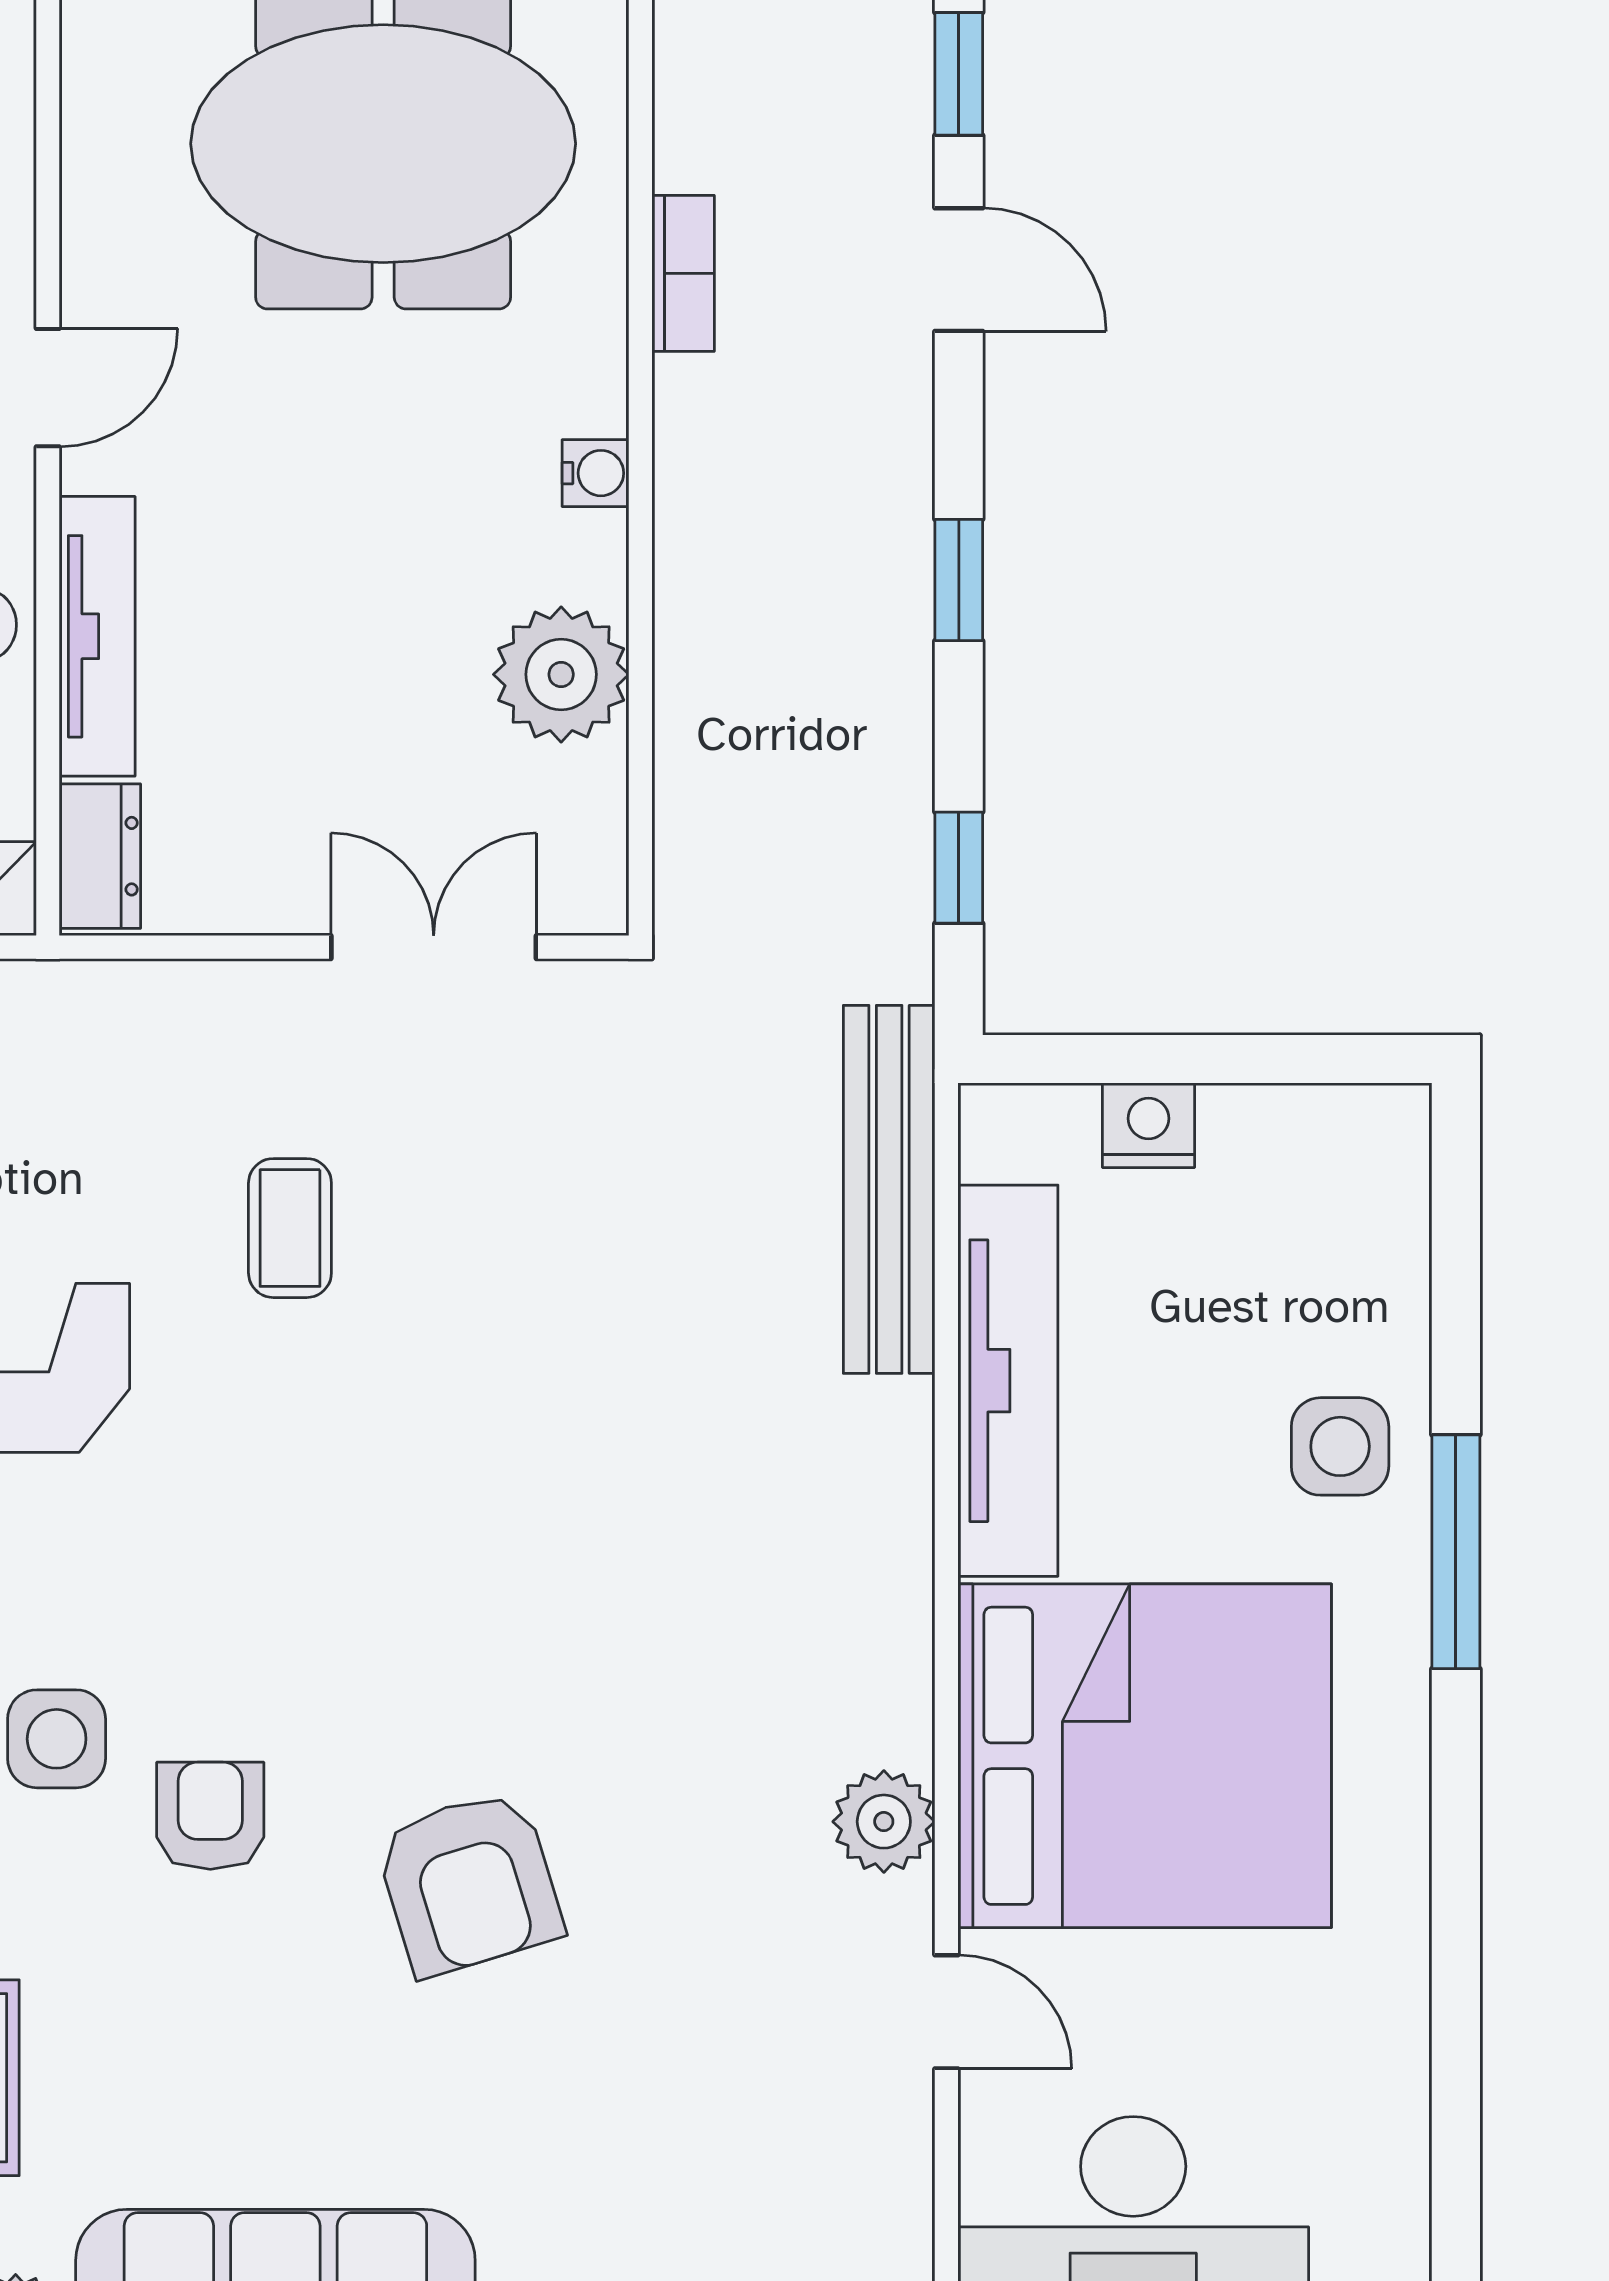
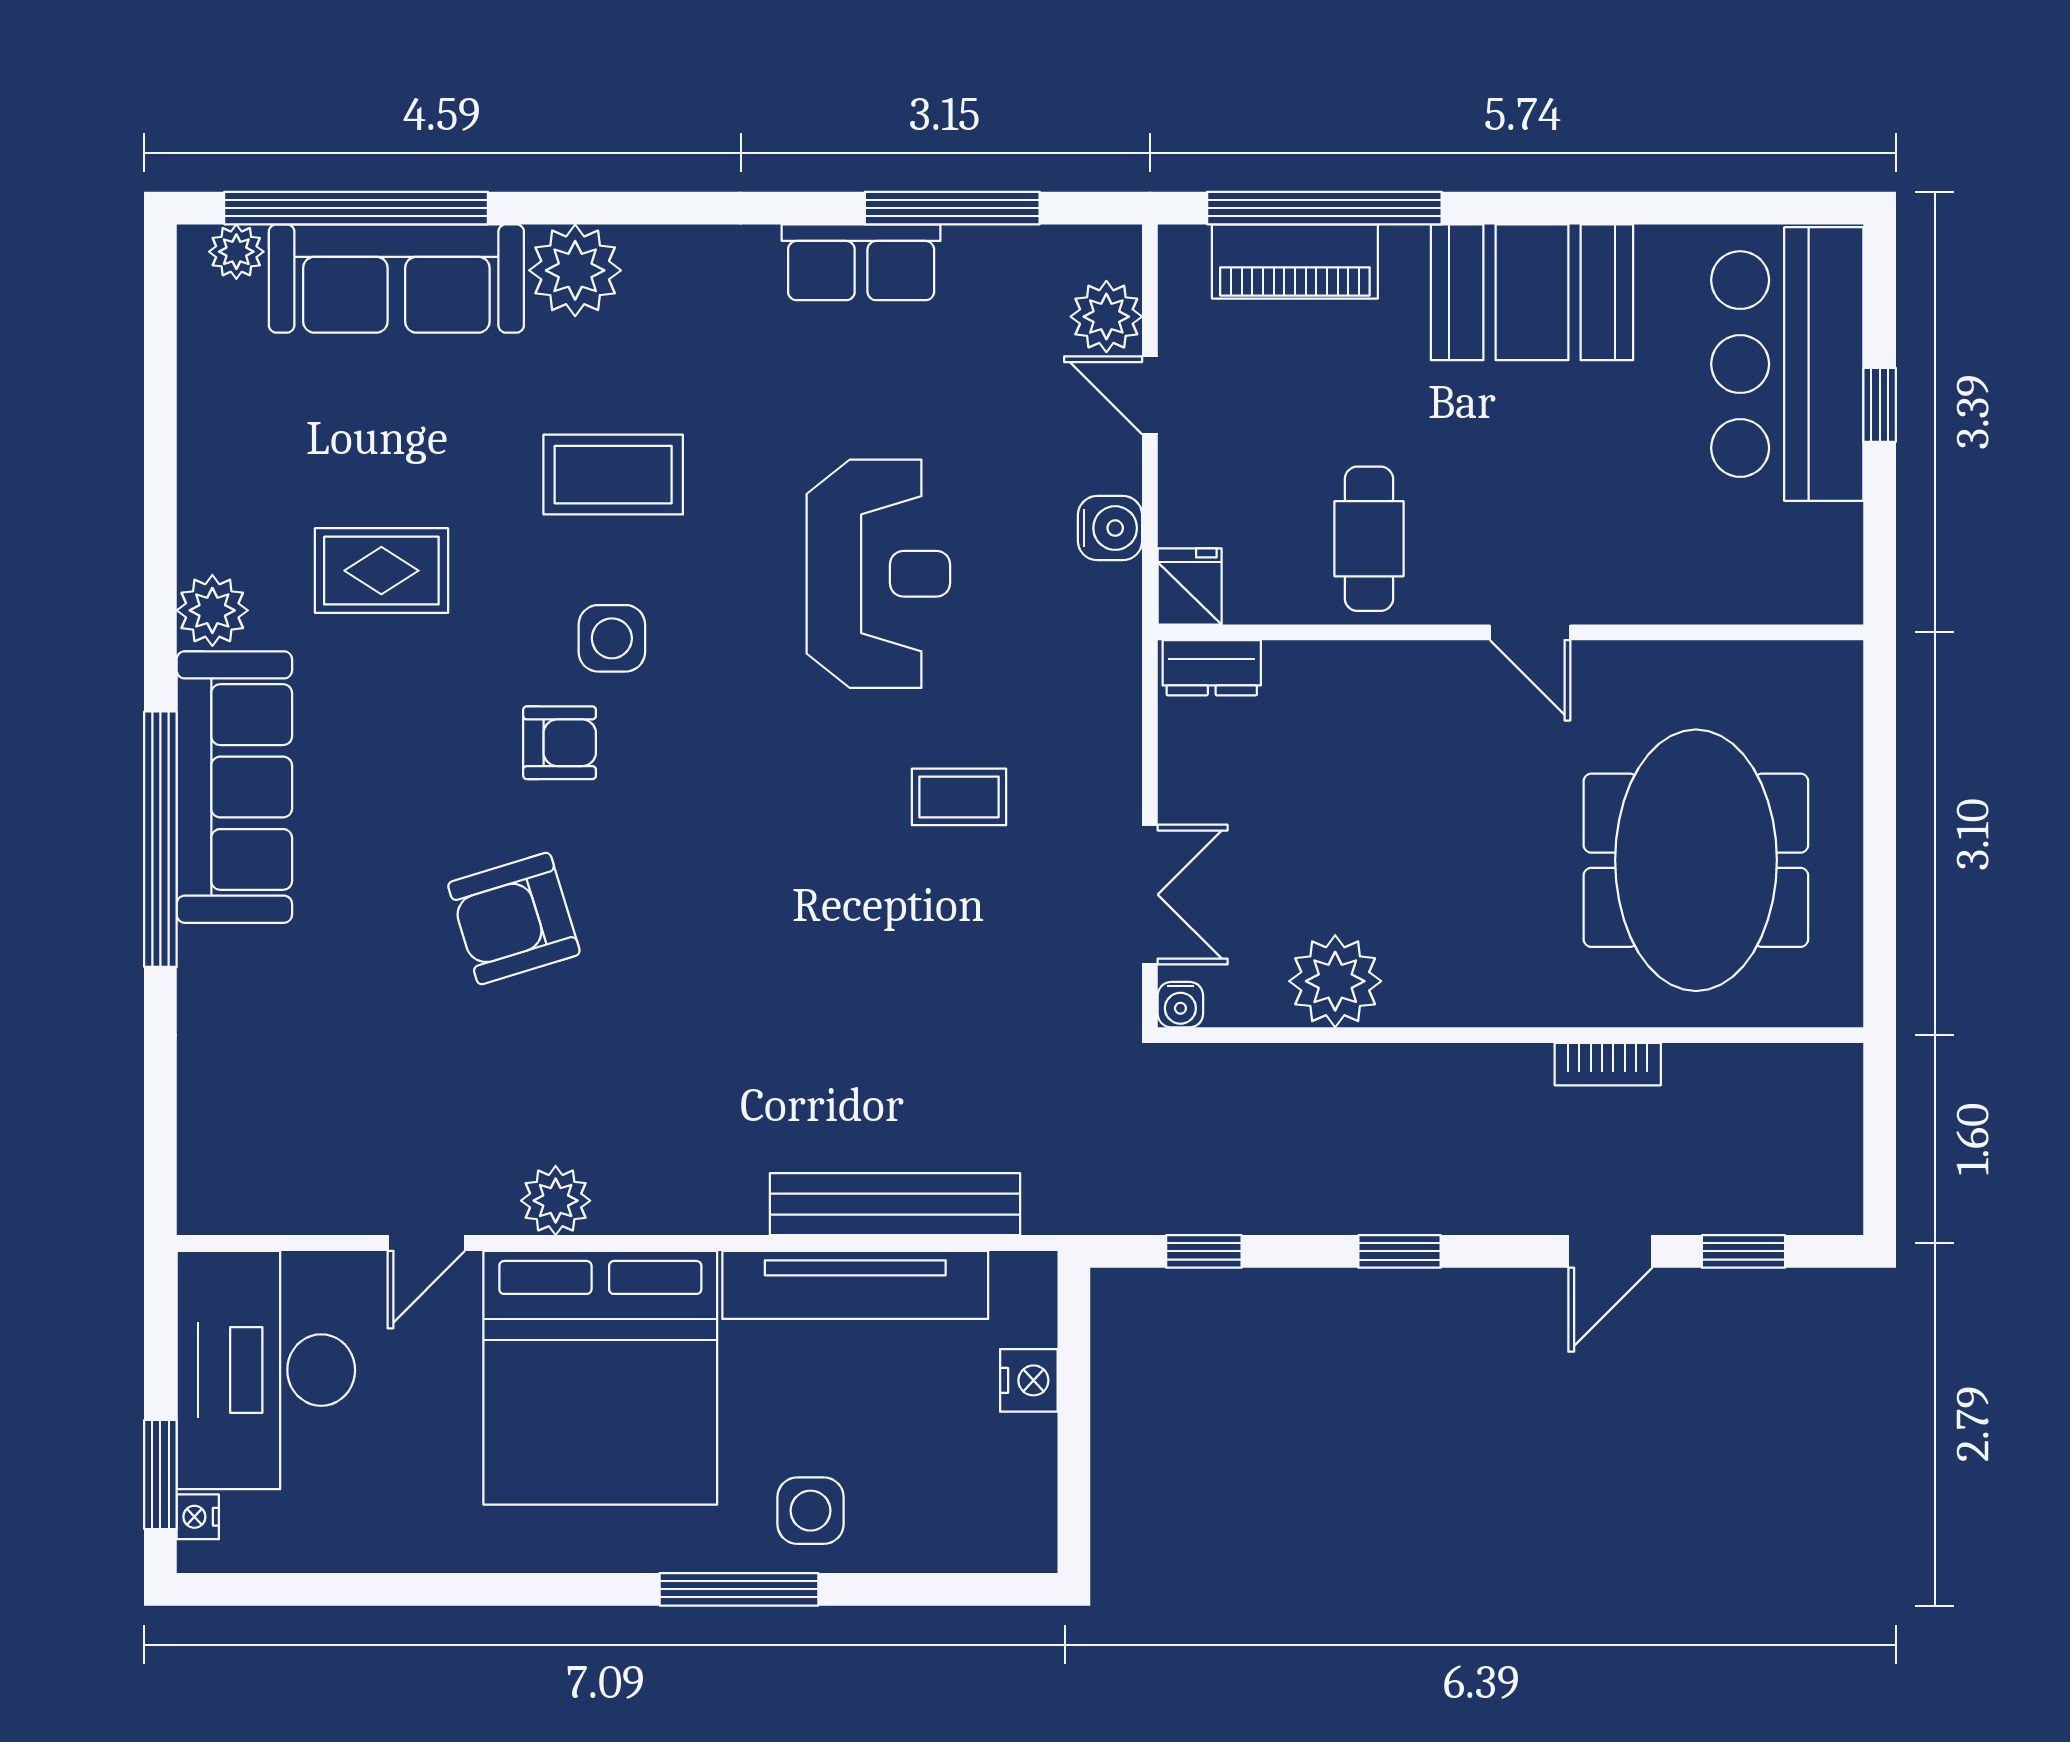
water cooler: (596, 473) -> (1180, 1005), moved
tv unit: (97, 636) -> (1361, 666), removed
bench: (889, 1189) -> (895, 1204), moved

